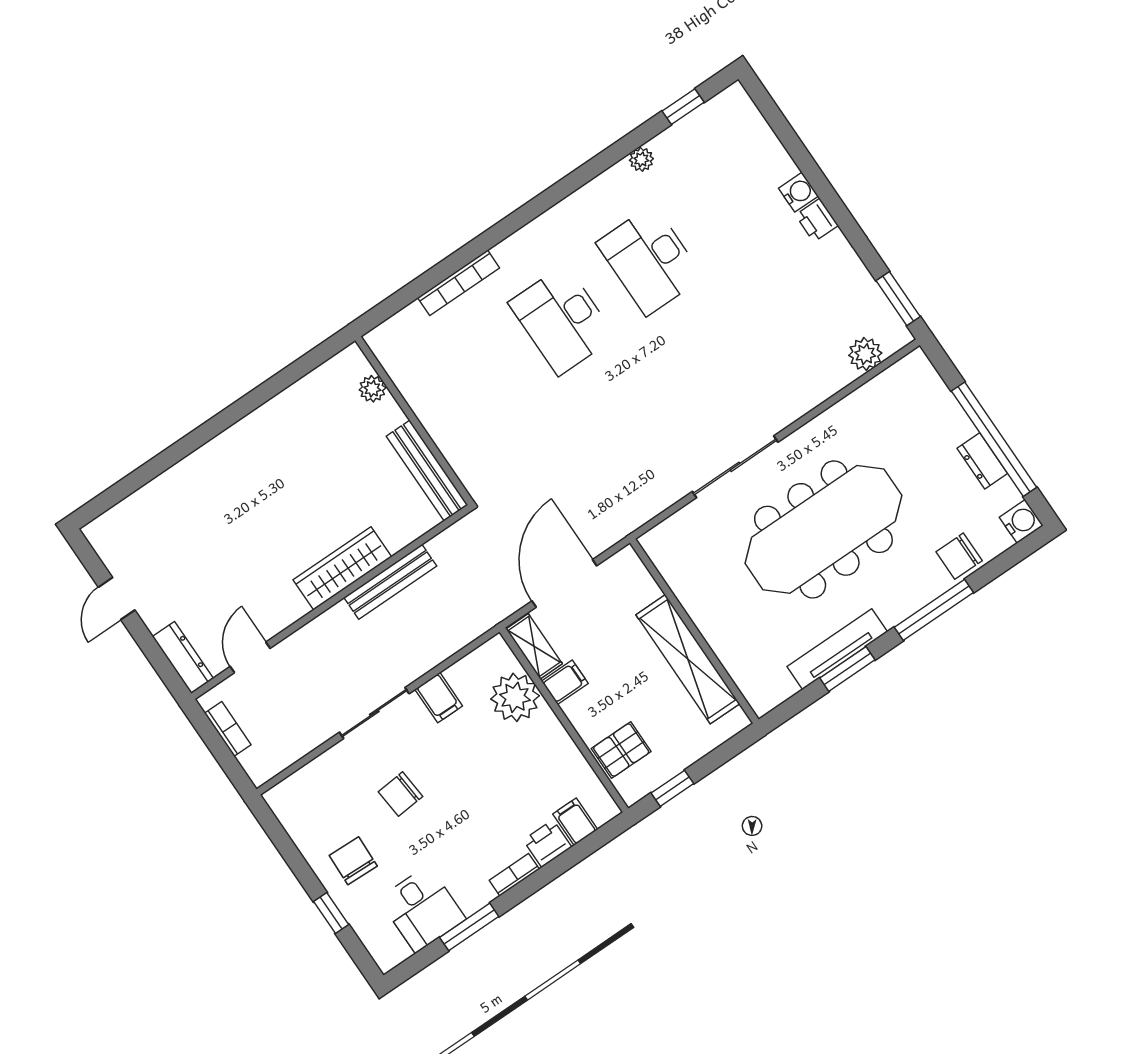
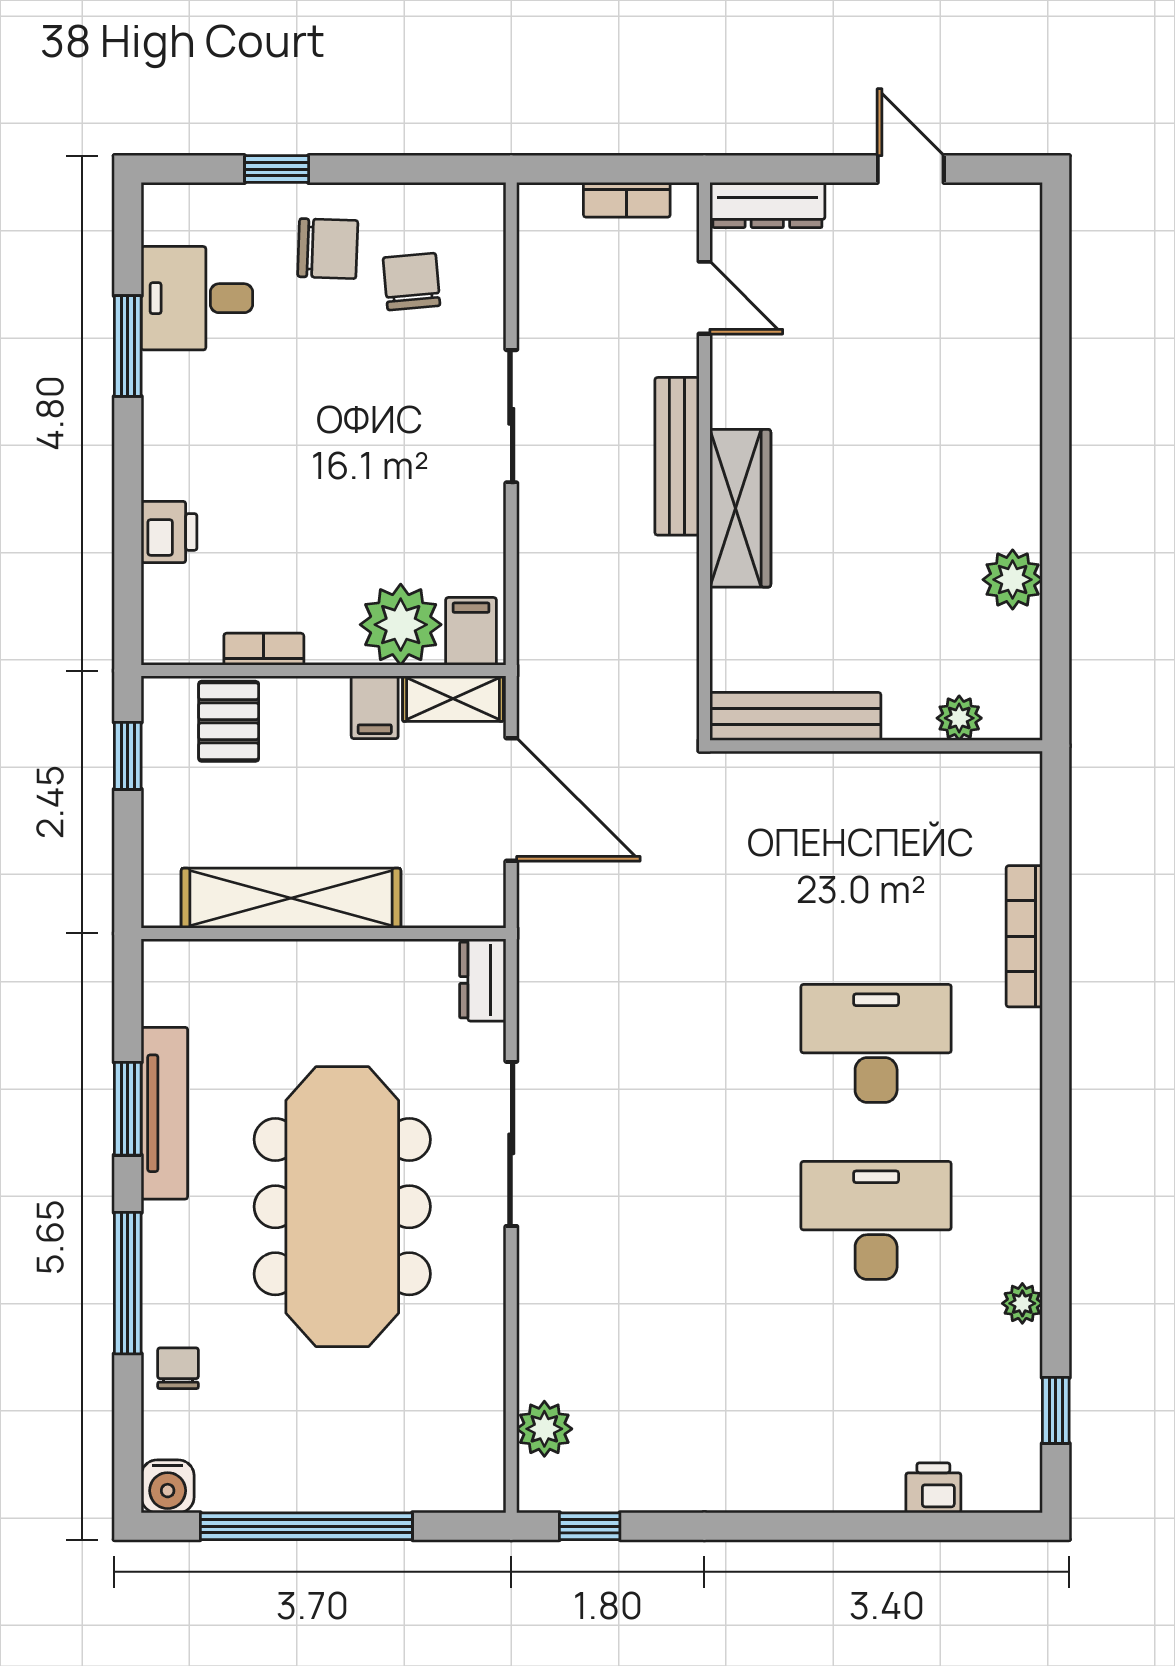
water cooler: (798, 192) -> (830, 1489), removed
printer: (817, 220) -> (933, 1488), moved
window: (898, 299) -> (590, 1526), width x0.67
plant: (286, 409) -> (1013, 580), added
dresser: (982, 461) -> (483, 980), moved, turned -90
chair: (959, 556) -> (178, 1368), width x0.73, depth x0.73
bench: (390, 582) -> (677, 456), moved
filing cabinet: (439, 698) -> (471, 631), moved, turned 90
chair: (401, 794) -> (412, 282), moved
filing cabinet: (575, 822) -> (173, 591), removed
bookcase: (514, 875) -> (264, 649), moved, turned -90

